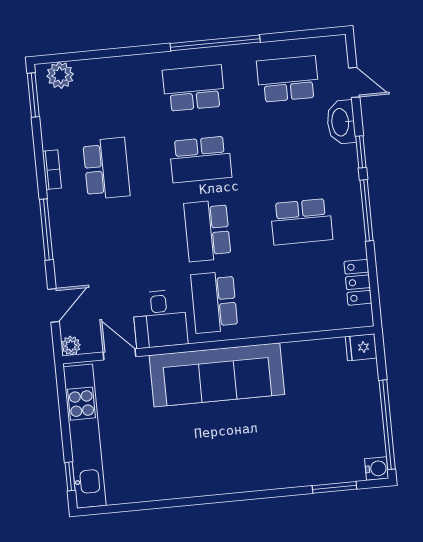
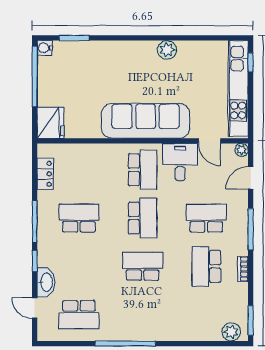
school desk: (194, 88) -> (206, 218), moved, turned 180
fridge: (361, 347) -> (50, 123), width x1.88, depth x1.34
plant: (195, 483) -> (167, 50), added

